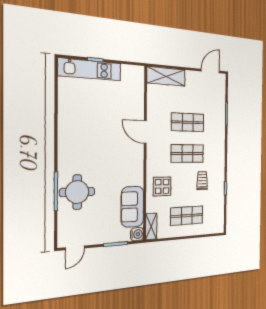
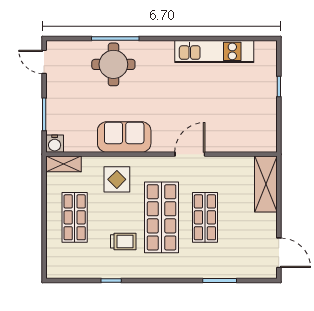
kitchen unit: (90, 69) -> (214, 51), moved, turned -90
shop shelf: (187, 154) -> (162, 217), width x1.43, depth x1.36
sofa: (132, 207) -> (124, 137), moved

